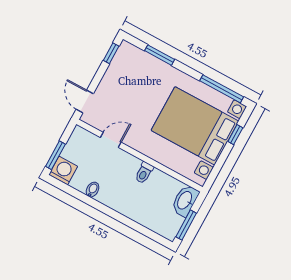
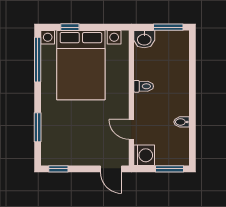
door: (85, 101) -> (111, 169), hinge flipped
washing machine: (63, 171) -> (144, 155), moved, turned 180
washbasin: (185, 201) -> (144, 39), width x0.72

